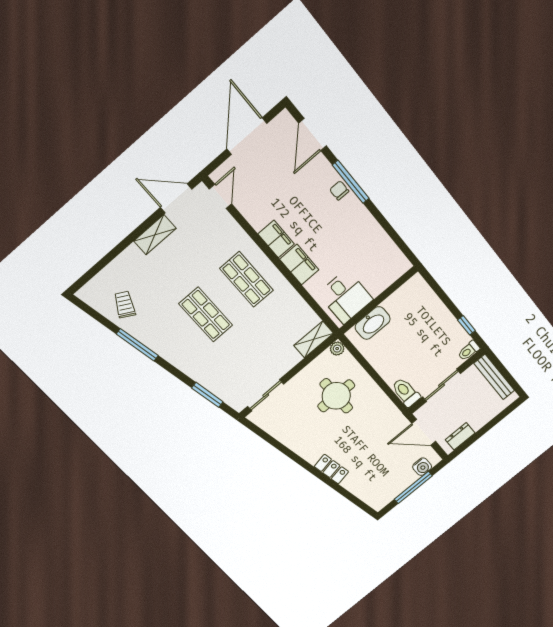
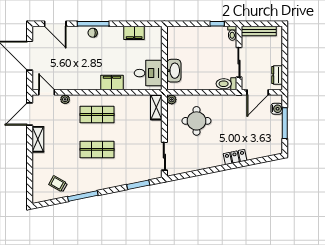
plant: (231, 226) -> (65, 99), added
filing cabinet: (276, 239) -> (134, 33), moved, turned 180

